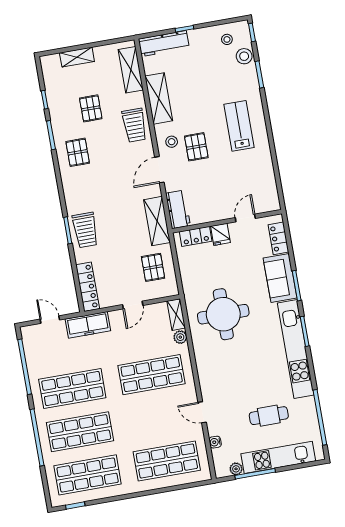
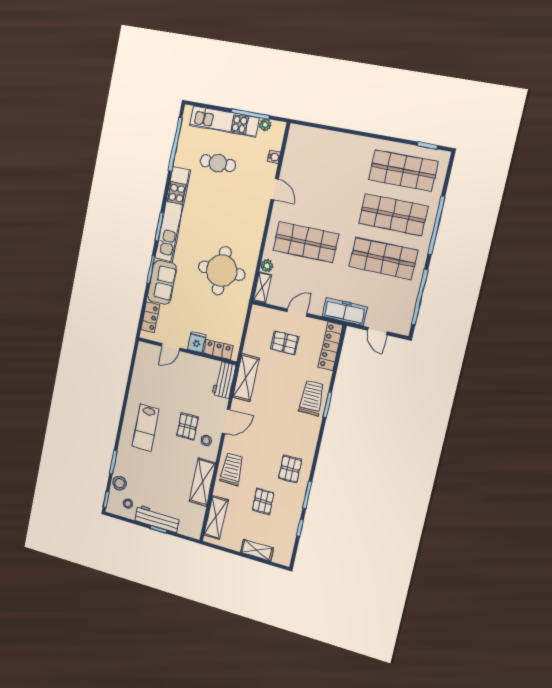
workbench: (164, 44) -> (157, 519), moved
pallet: (153, 267) -> (285, 343), moved, turned 90
shop shelf: (167, 461) -> (324, 156), removed

